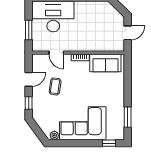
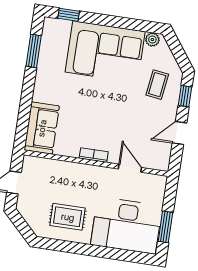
rug: (91, 16) -> (68, 217), added
window: (29, 30) -> (165, 227), moved
sofa: (105, 63) -> (42, 128), moved, turned 90
coffee table: (55, 86) -> (157, 85), moved

